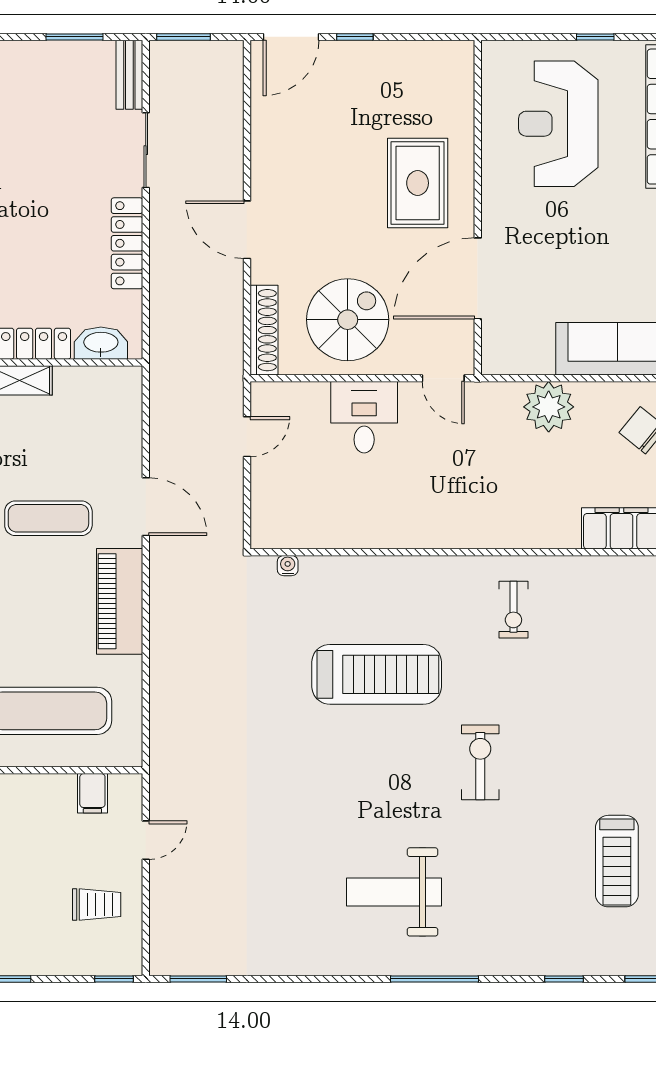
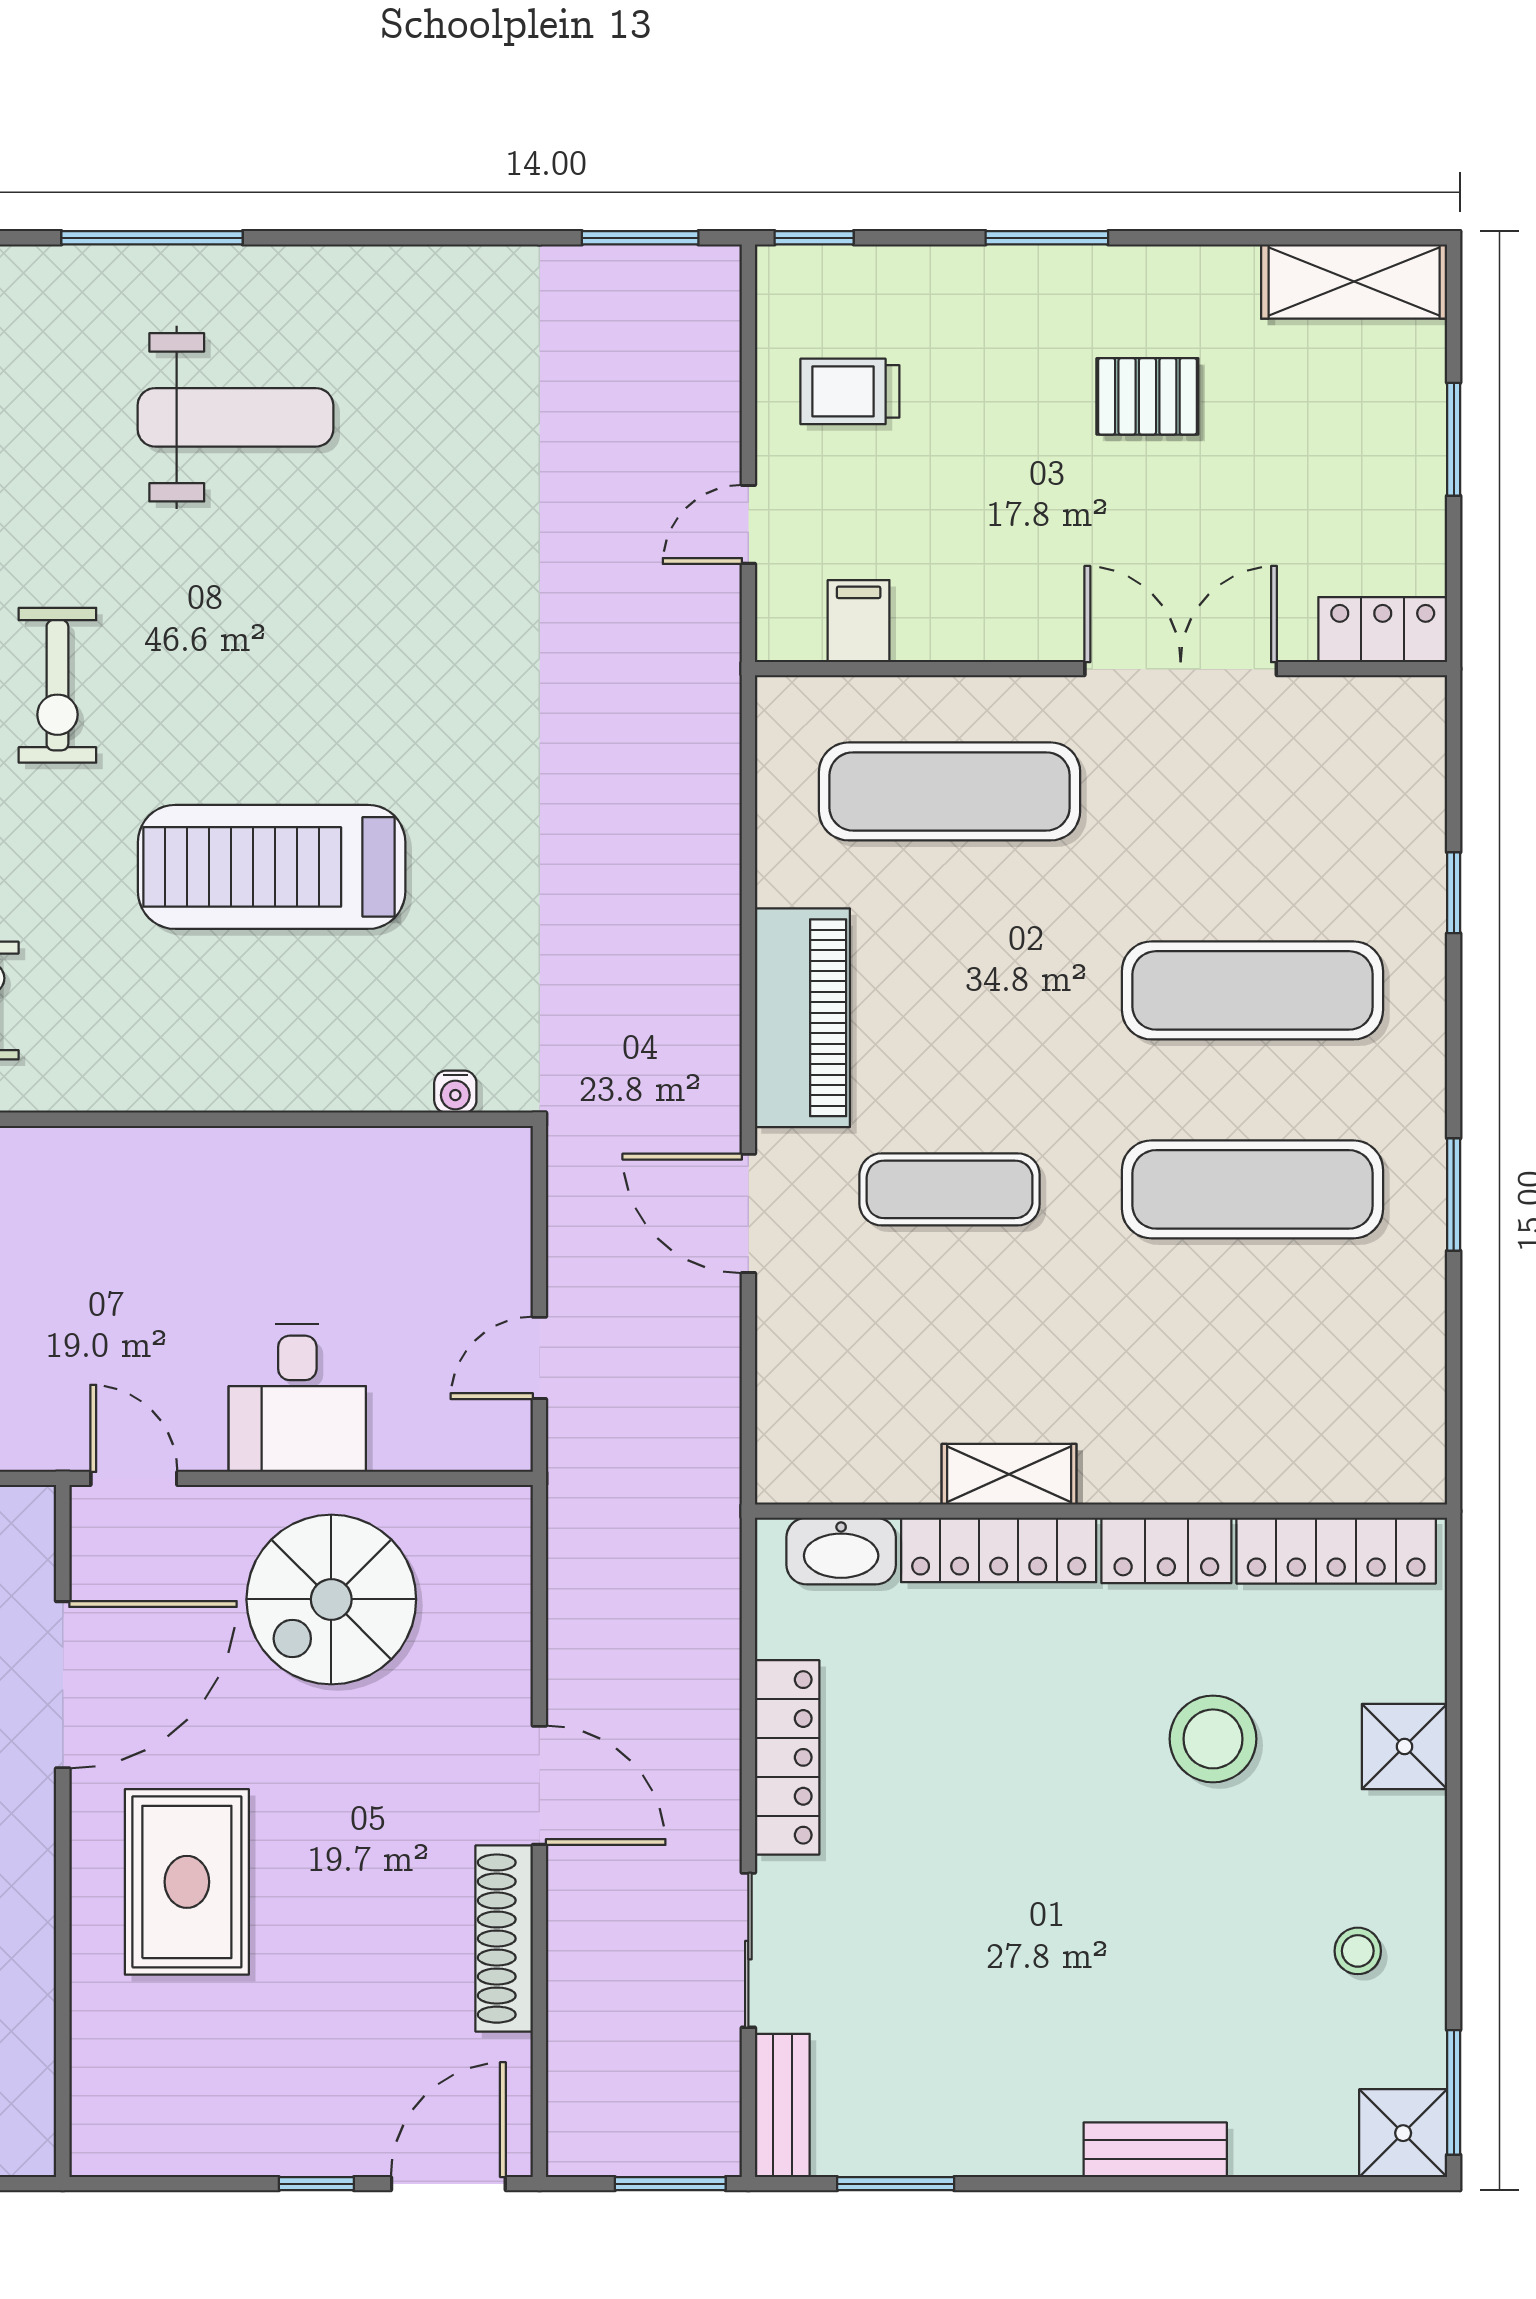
shoe rack: (264, 330) -> (504, 1939), moved

